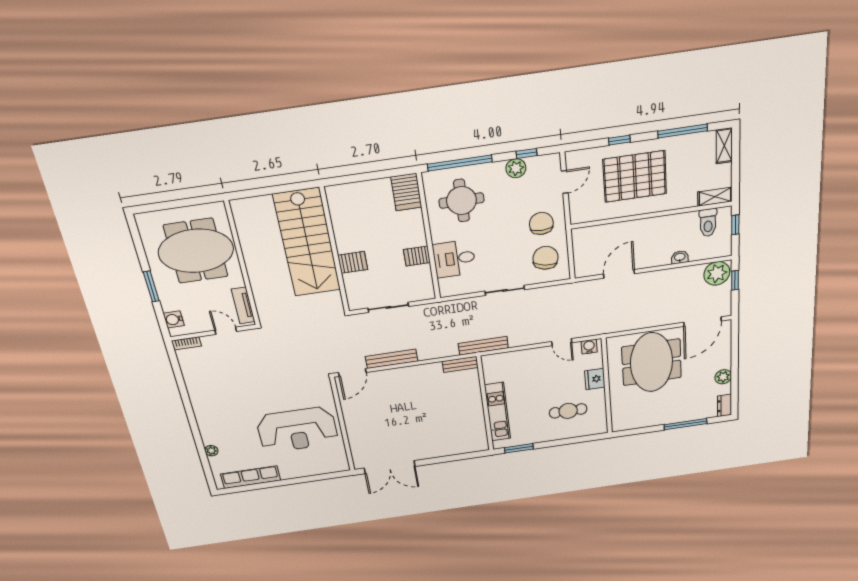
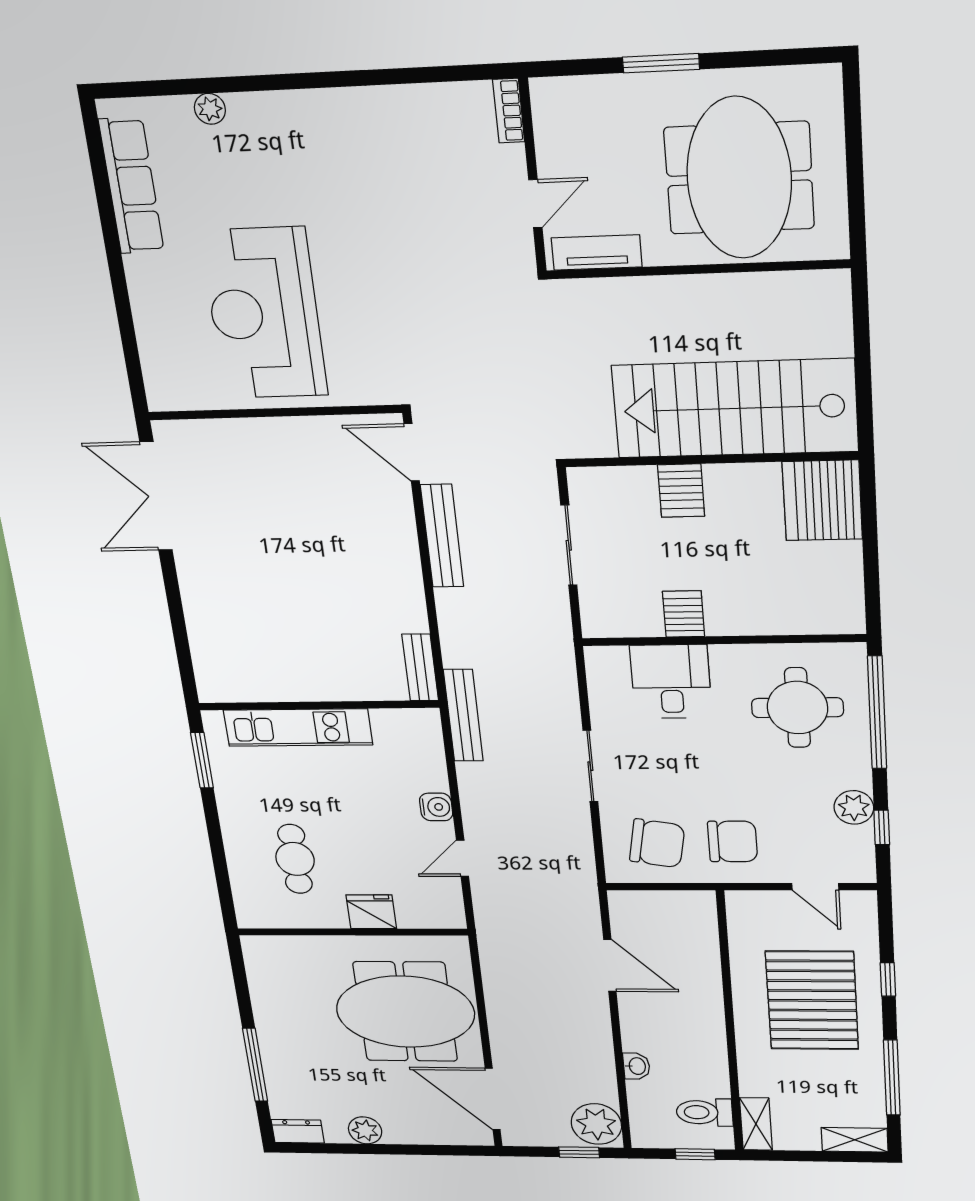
server rack: (406, 192) -> (822, 501), moved, width x1.60
water cooler: (174, 319) -> (573, 95), removed
water cooler: (589, 347) -> (436, 807), moved

